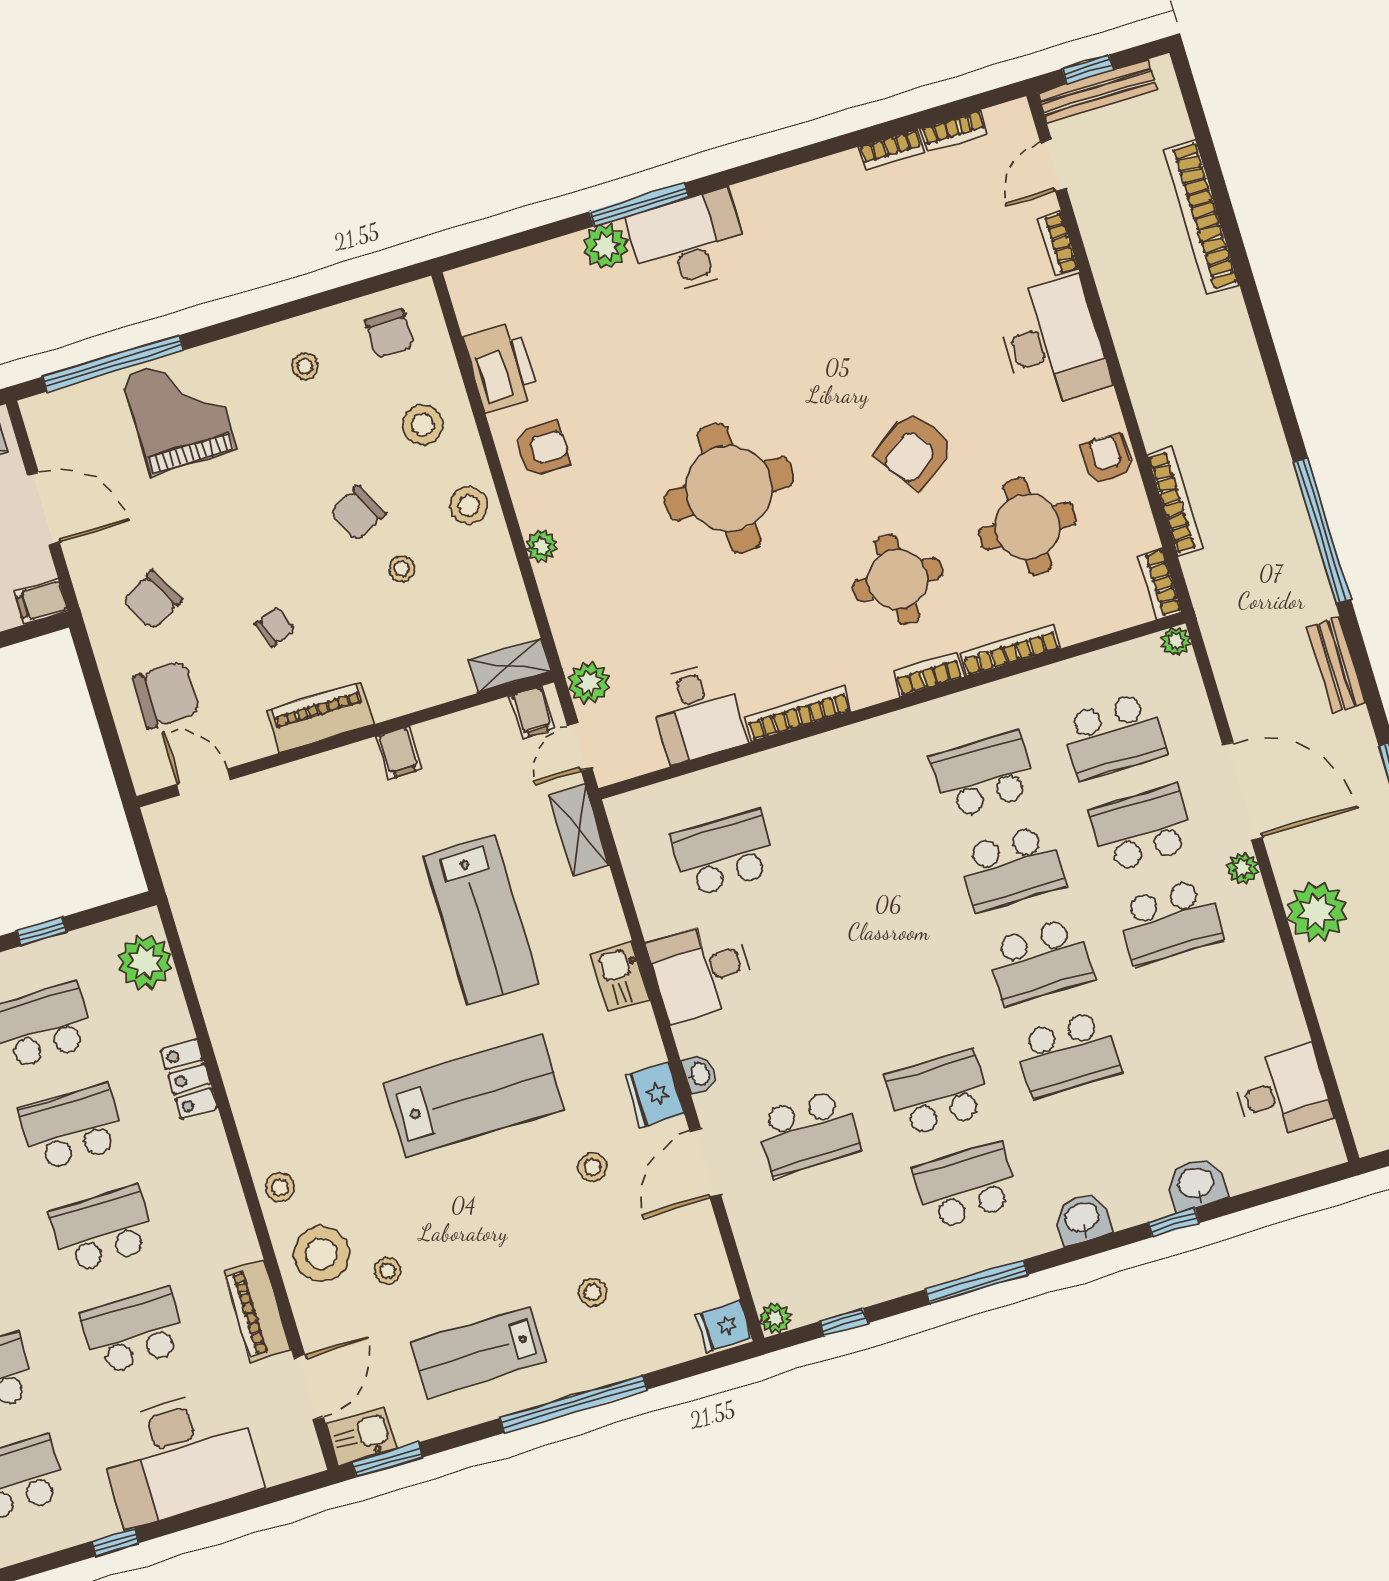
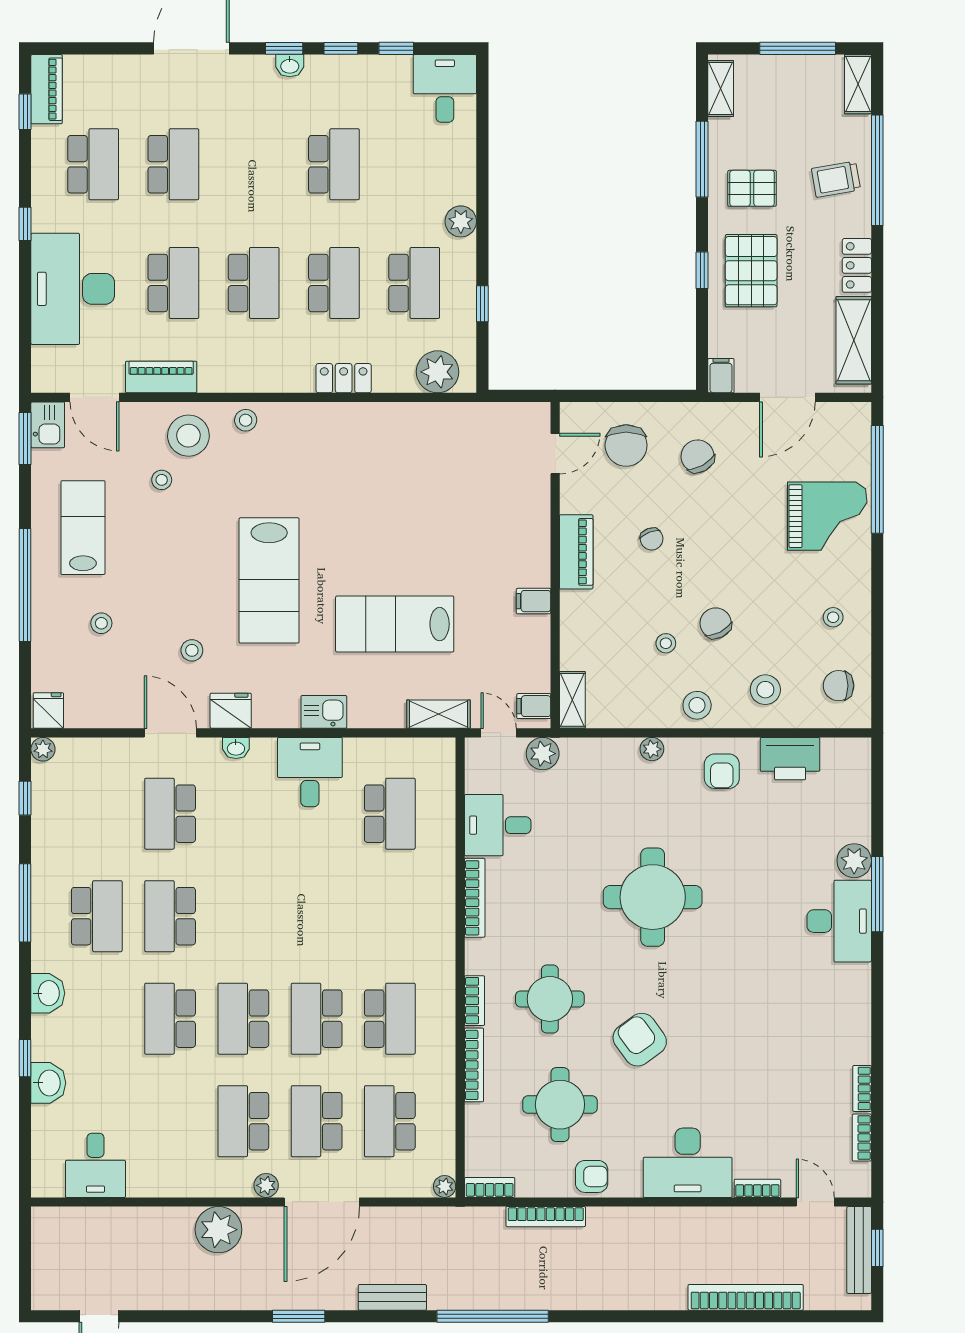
school desk: (1142, 829) -> (317, 1121), turned 180
school desk: (938, 1093) -> (170, 916), turned 180

